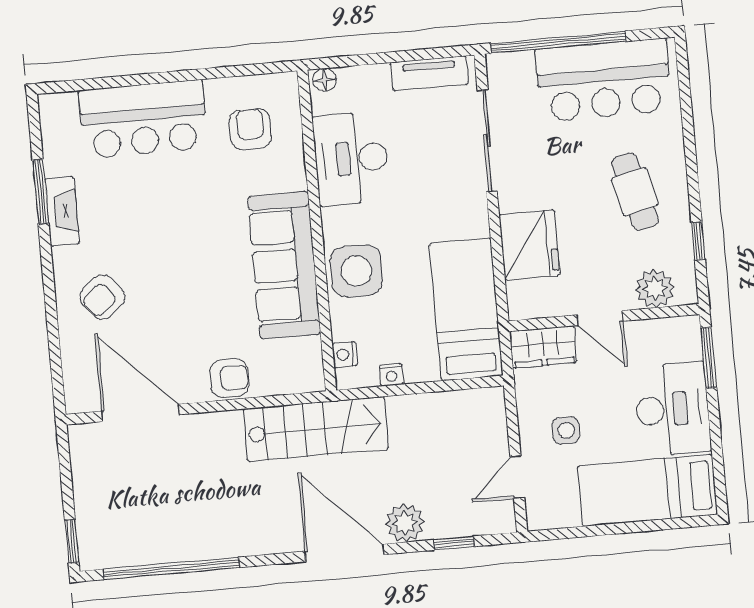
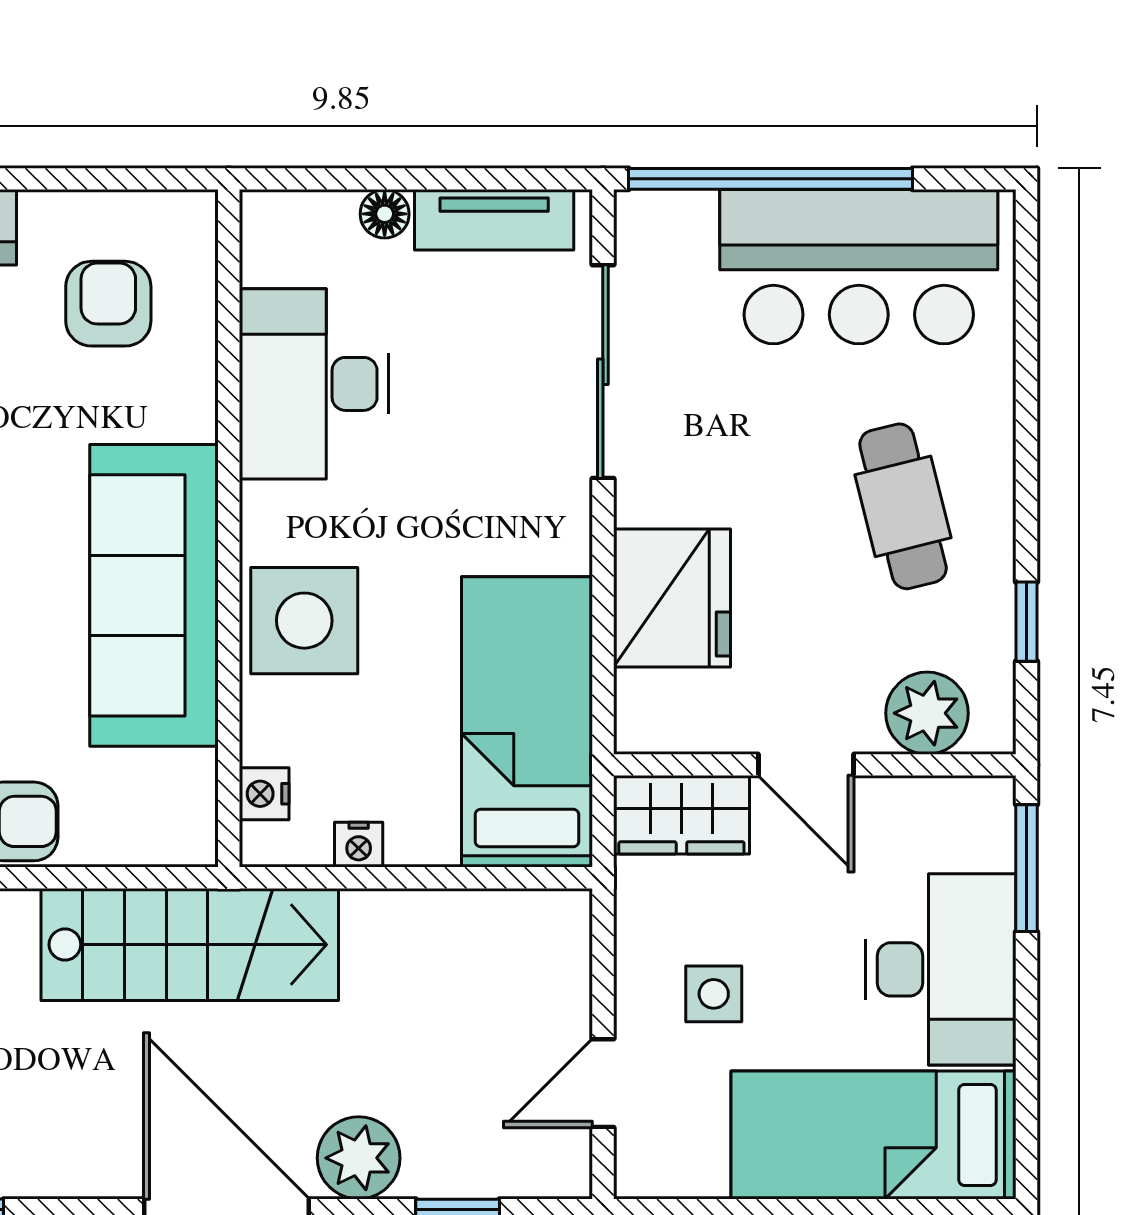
floor lamp: (325, 80) -> (385, 214), moved

